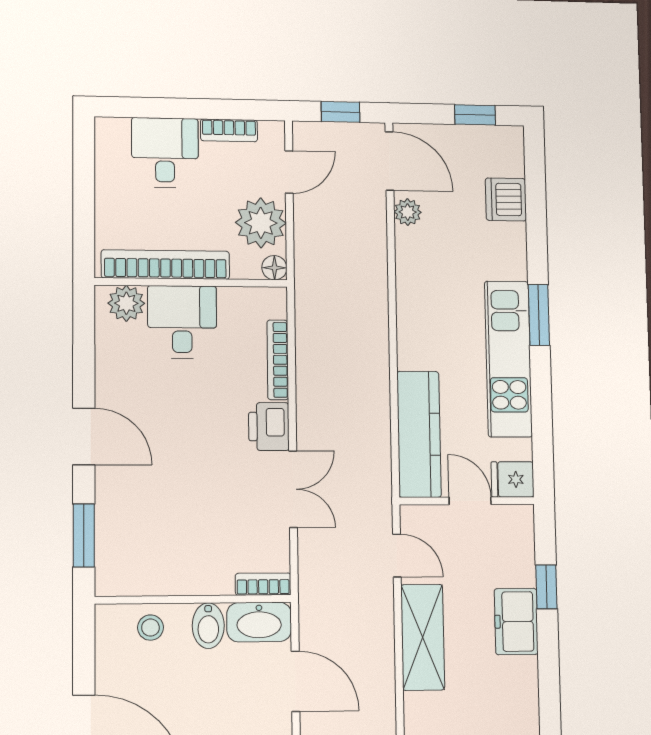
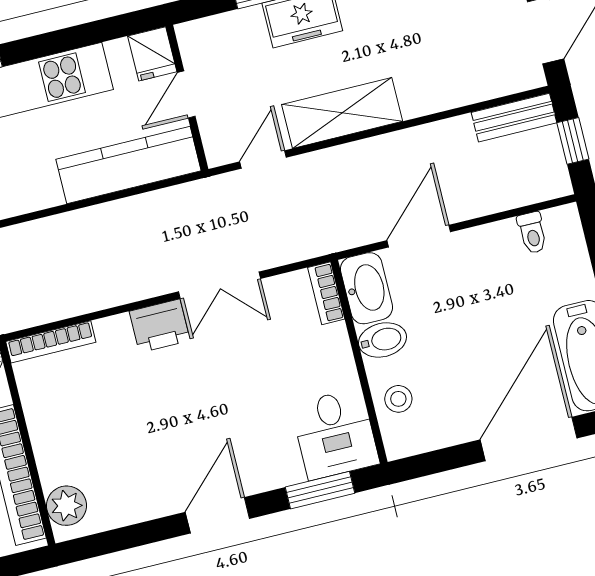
desk: (182, 322) -> (335, 434), moved, turned -90
bookcase: (278, 360) -> (51, 342), moved
double door: (293, 489) -> (220, 285), swing flipped

